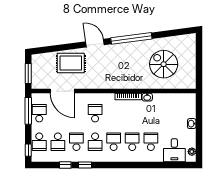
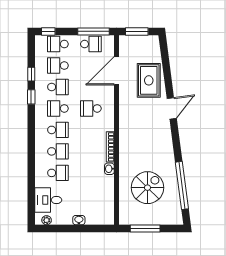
window: (131, 38) -> (182, 185), moved
window: (199, 66) -> (145, 228), added
school desk: (95, 113) -> (91, 108), turned 180

